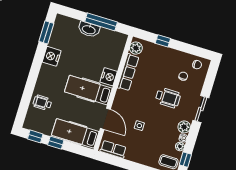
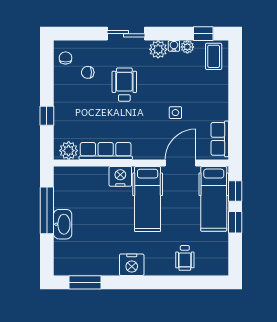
nightstand: (52, 56) -> (132, 265), moved
window: (35, 136) -> (235, 191), moved

